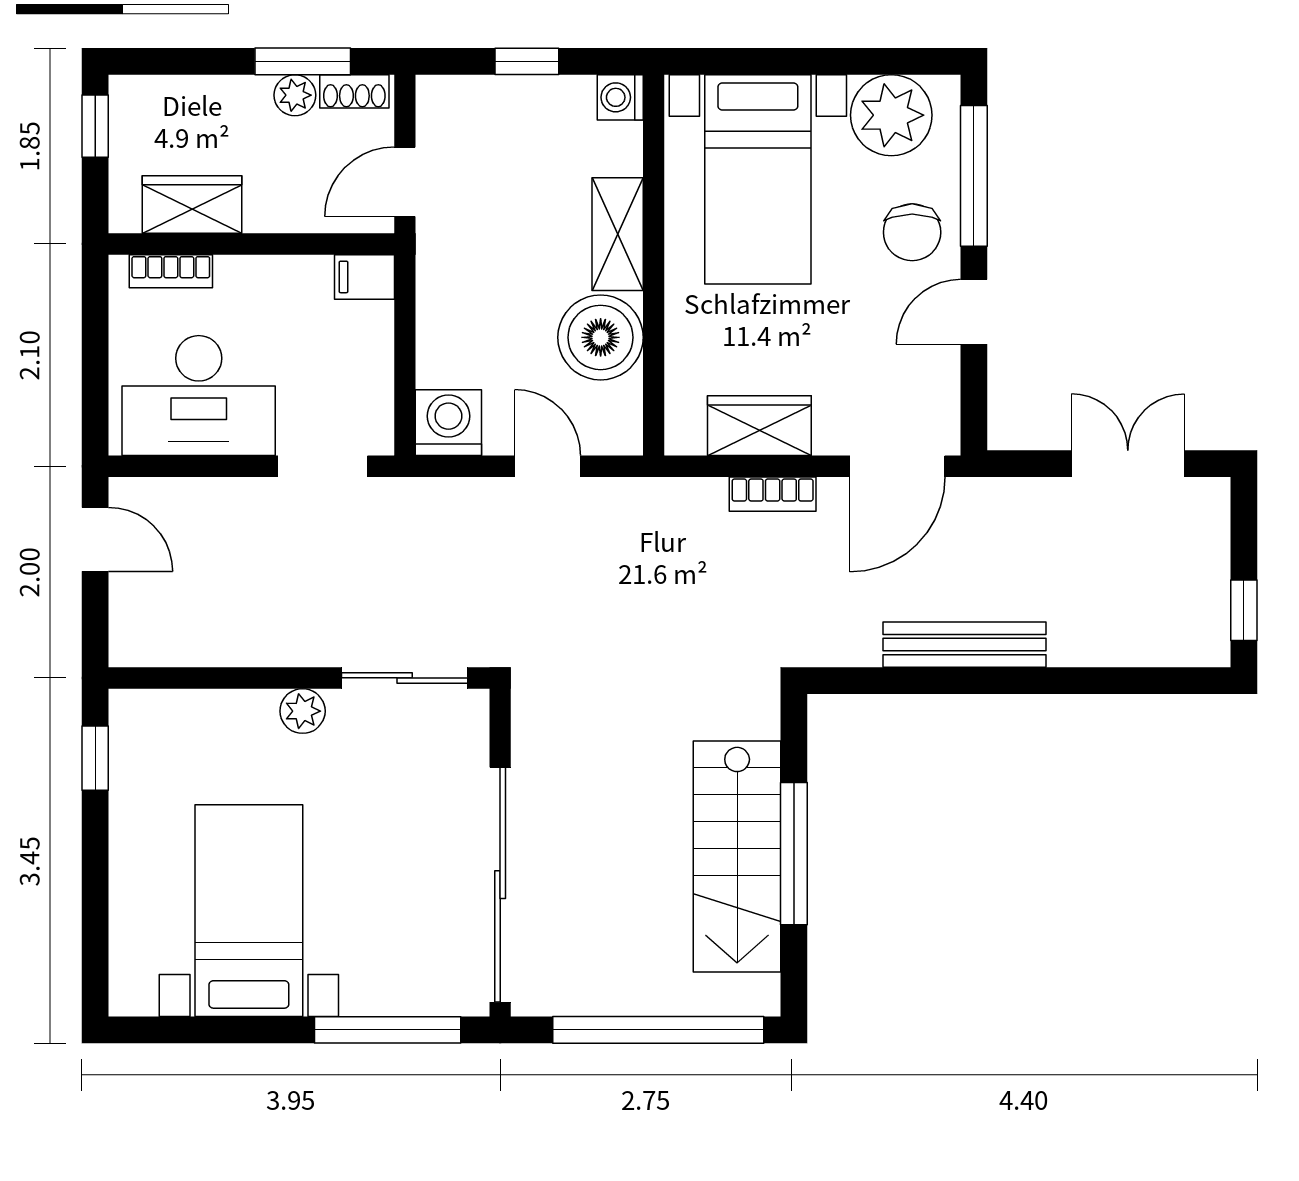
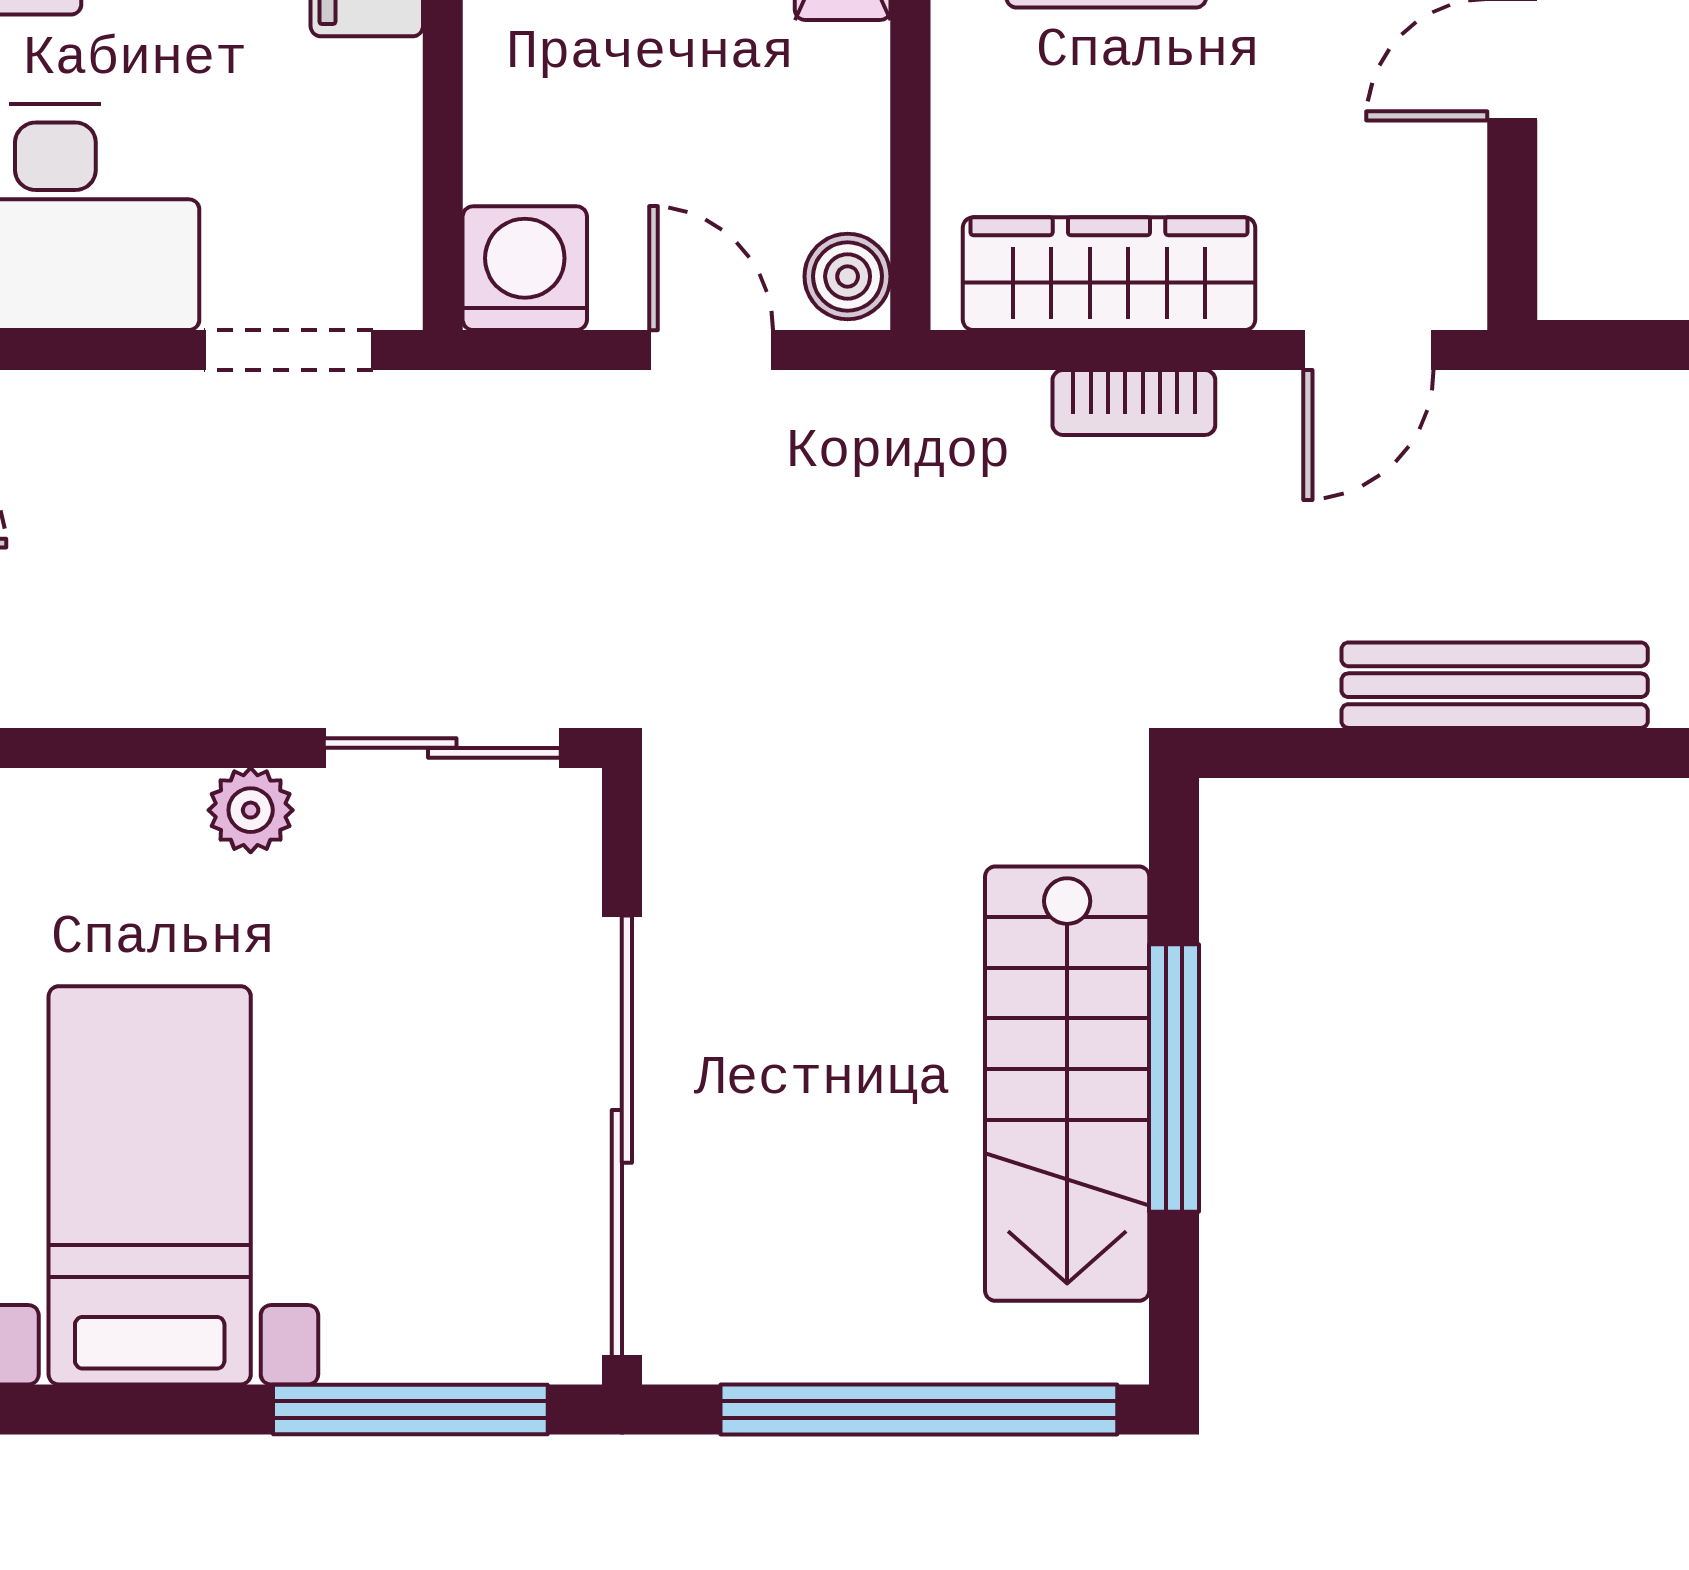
boiler: (601, 337) -> (848, 276), moved, width x0.54, depth x0.54
wardrobe: (759, 426) -> (1109, 274), width x1.50
door: (897, 466) -> (1368, 350), width x0.73

